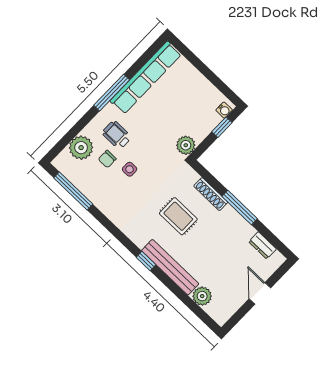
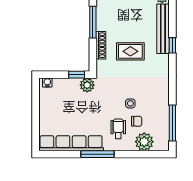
window: (222, 127) -> (77, 75), moved
wheelchair: (117, 135) -> (118, 129), turned 180
rug: (178, 216) -> (130, 51), turned 90

